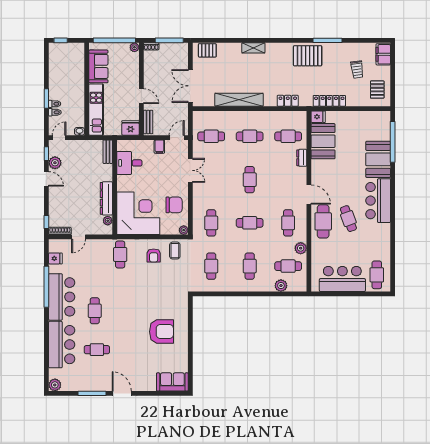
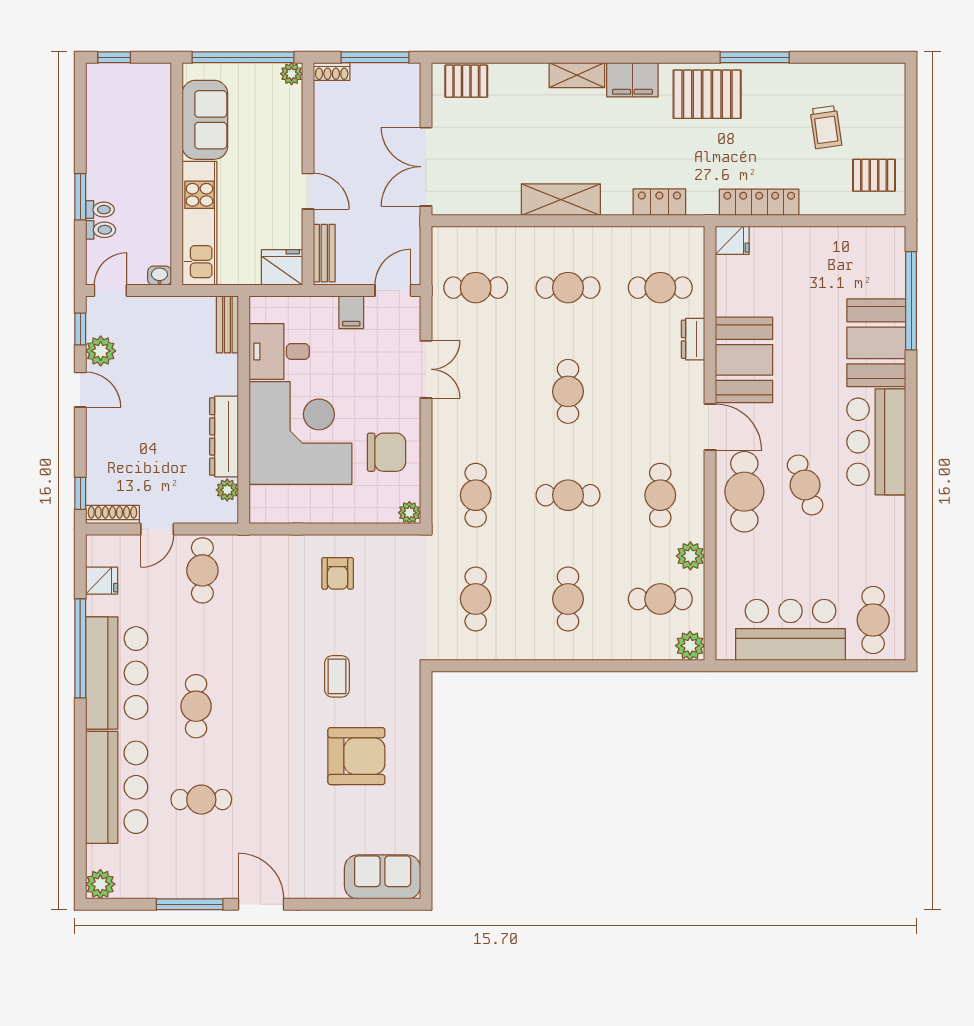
filing cabinet: (383, 54) -> (632, 80), moved, turned -90
pallet: (377, 90) -> (874, 175), turned 90
shelving: (239, 100) -> (561, 200), width x0.68
booth: (323, 141) -> (744, 360), moved
corner desk: (138, 213) -> (300, 433), moved
coffee table: (175, 251) -> (337, 676), moved
cafe table: (120, 254) -> (202, 570), moved
plant: (281, 286) -> (690, 646), moved

